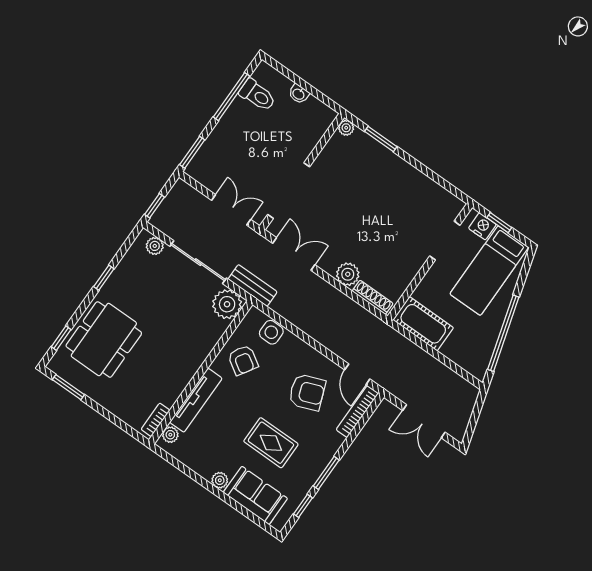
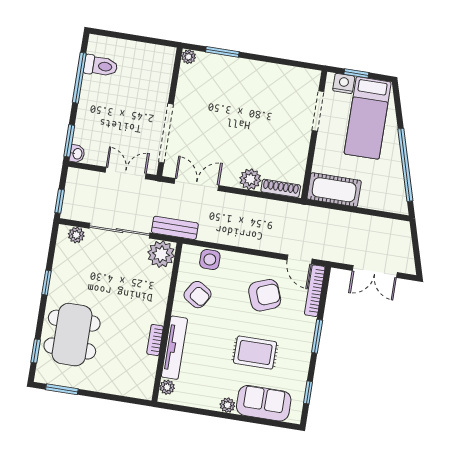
washbasin: (299, 94) -> (77, 154), moved, turned -90
bookcase: (155, 420) -> (155, 340), moved
window: (326, 473) -> (317, 336), moved

